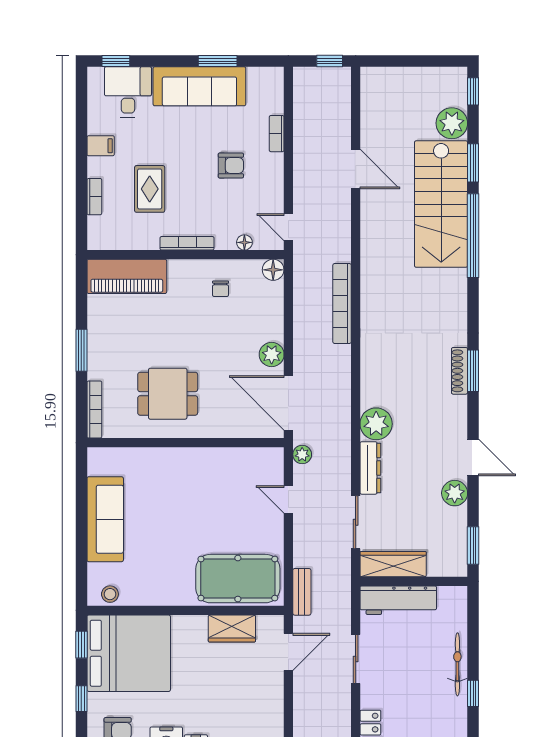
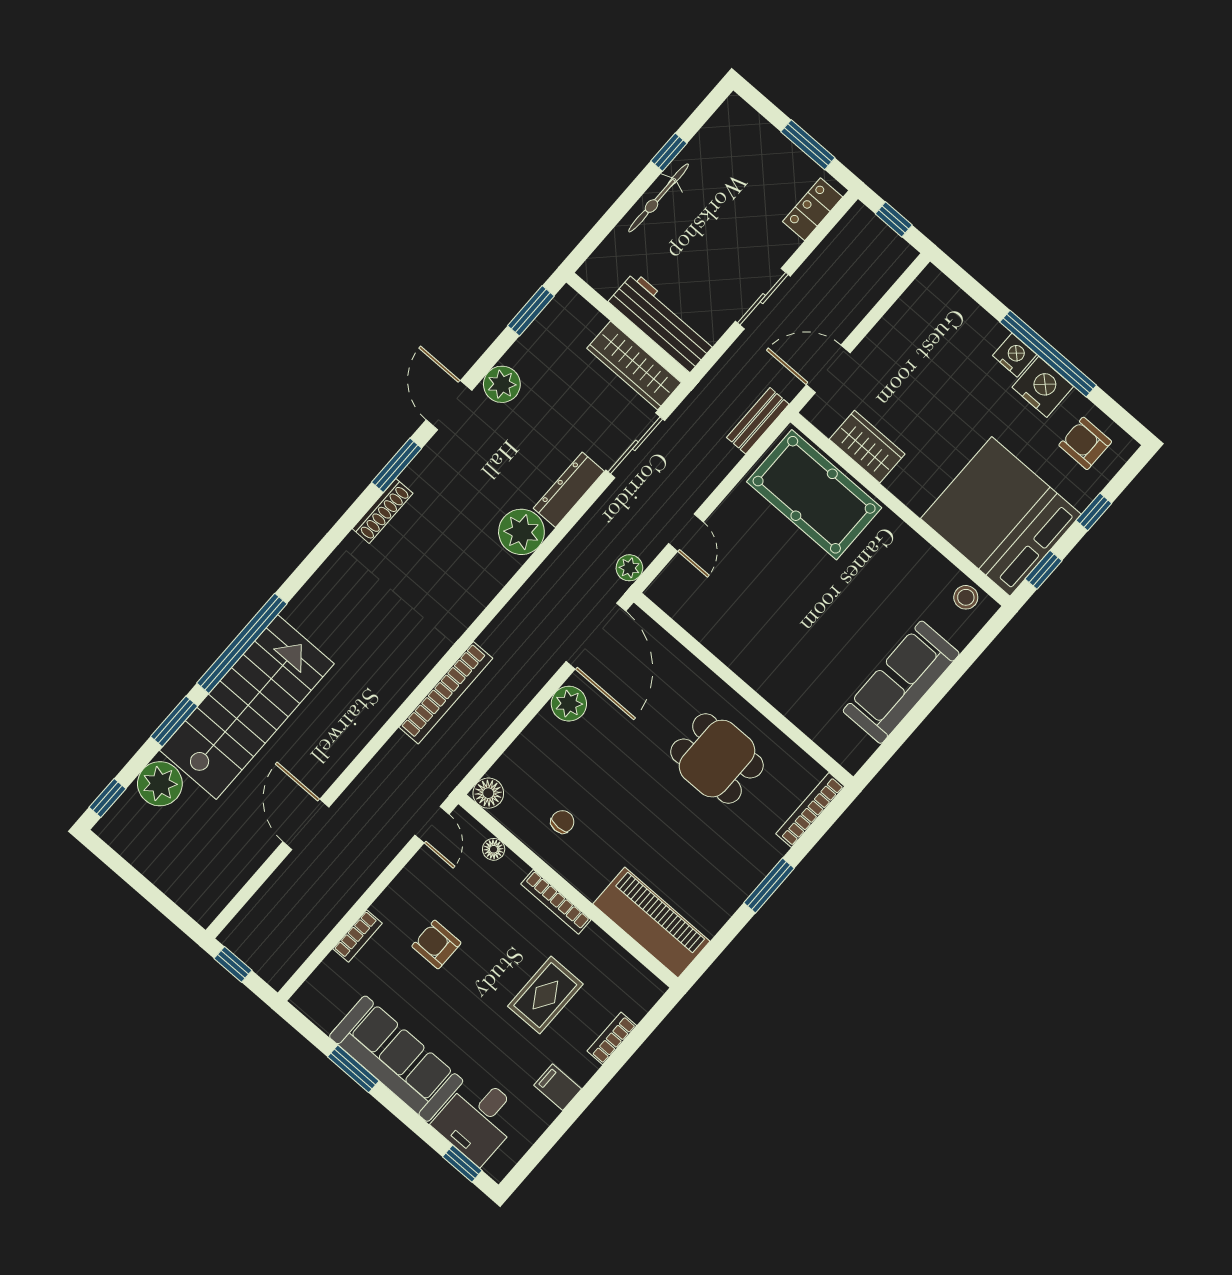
window: (473, 371) -> (397, 465), moved

